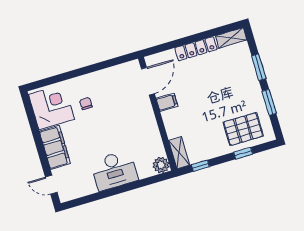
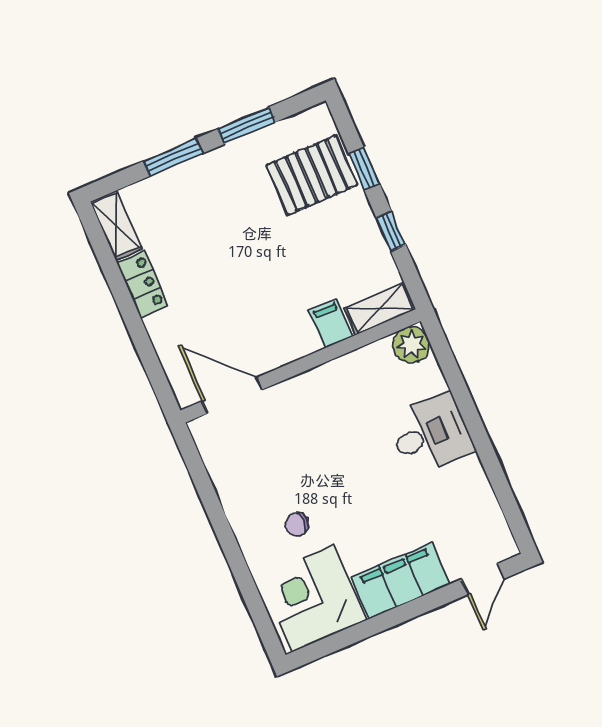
locker: (196, 49) -> (142, 284), width x0.66
filing cabinet: (167, 102) -> (331, 323), moved
pallet: (243, 129) -> (312, 175), turned 90
window: (200, 166) -> (391, 231), moved
desk: (114, 170) -> (430, 434), width x0.73

